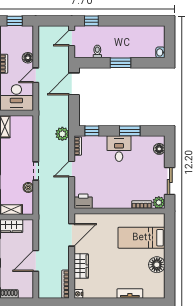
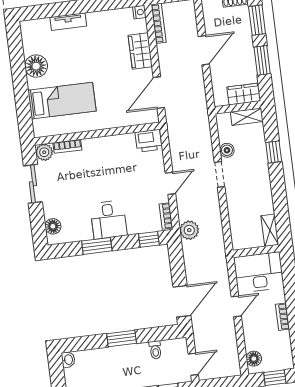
floor lamp: (28, 58) -> (254, 359), moved

